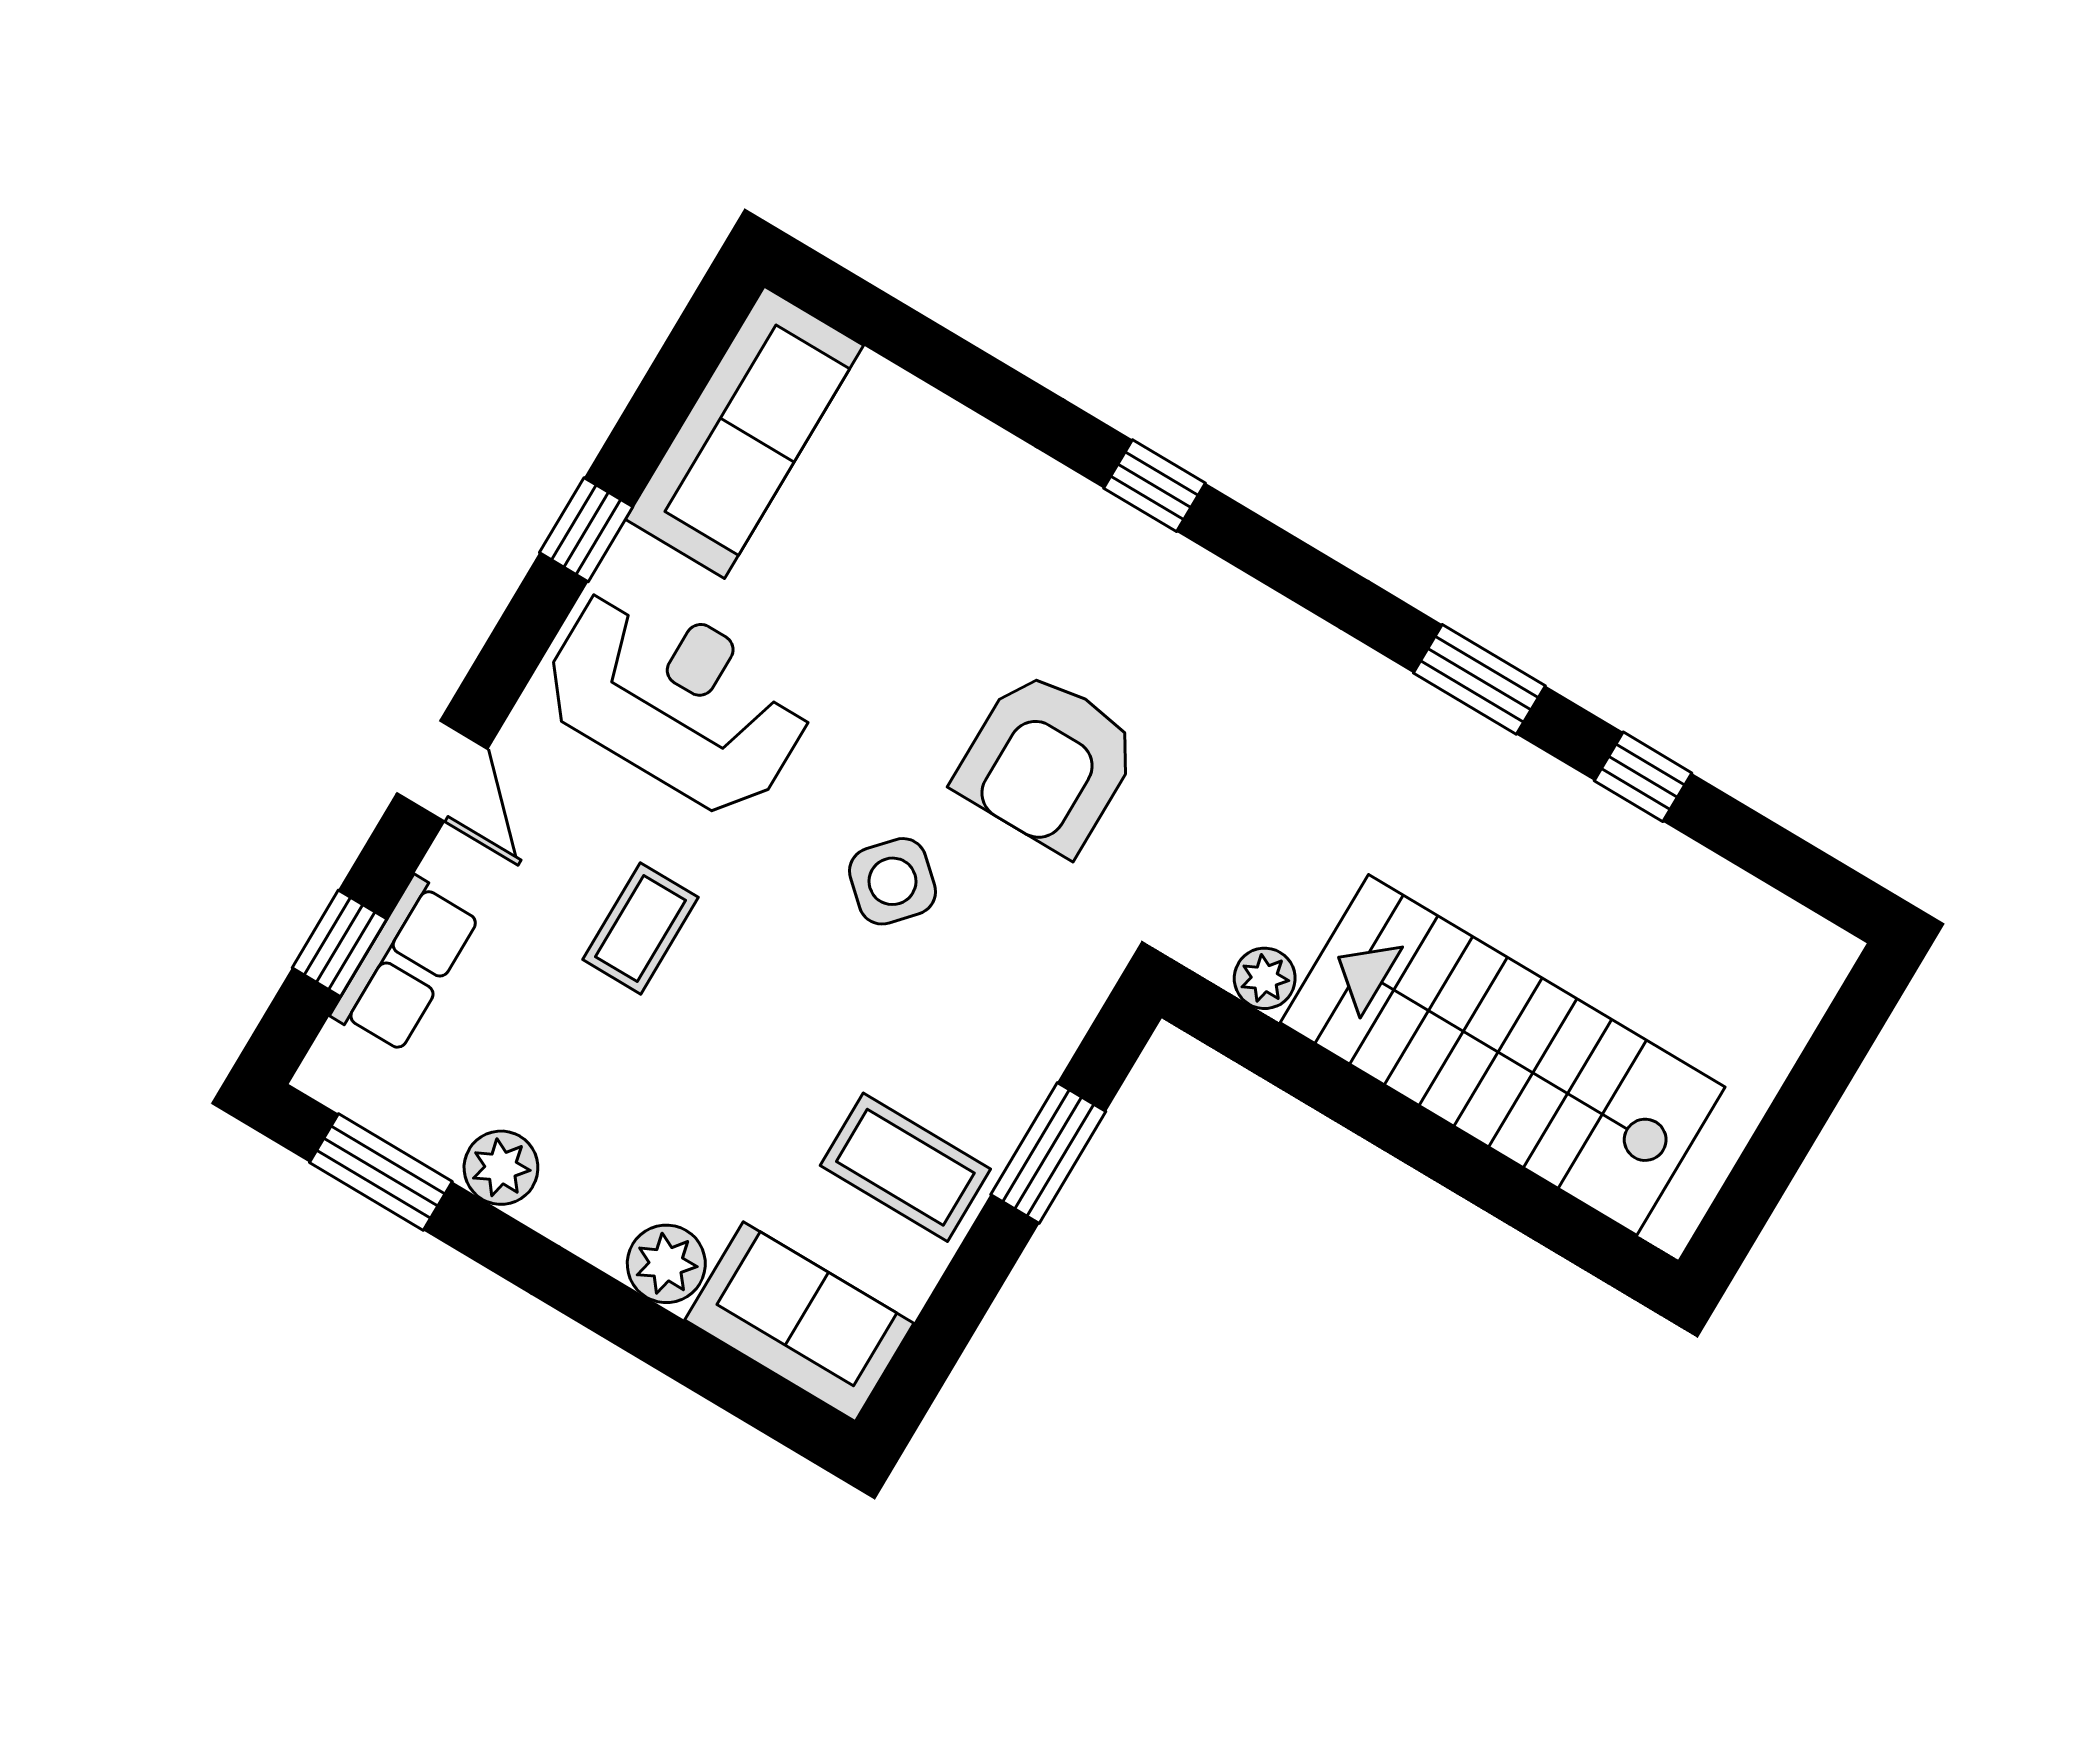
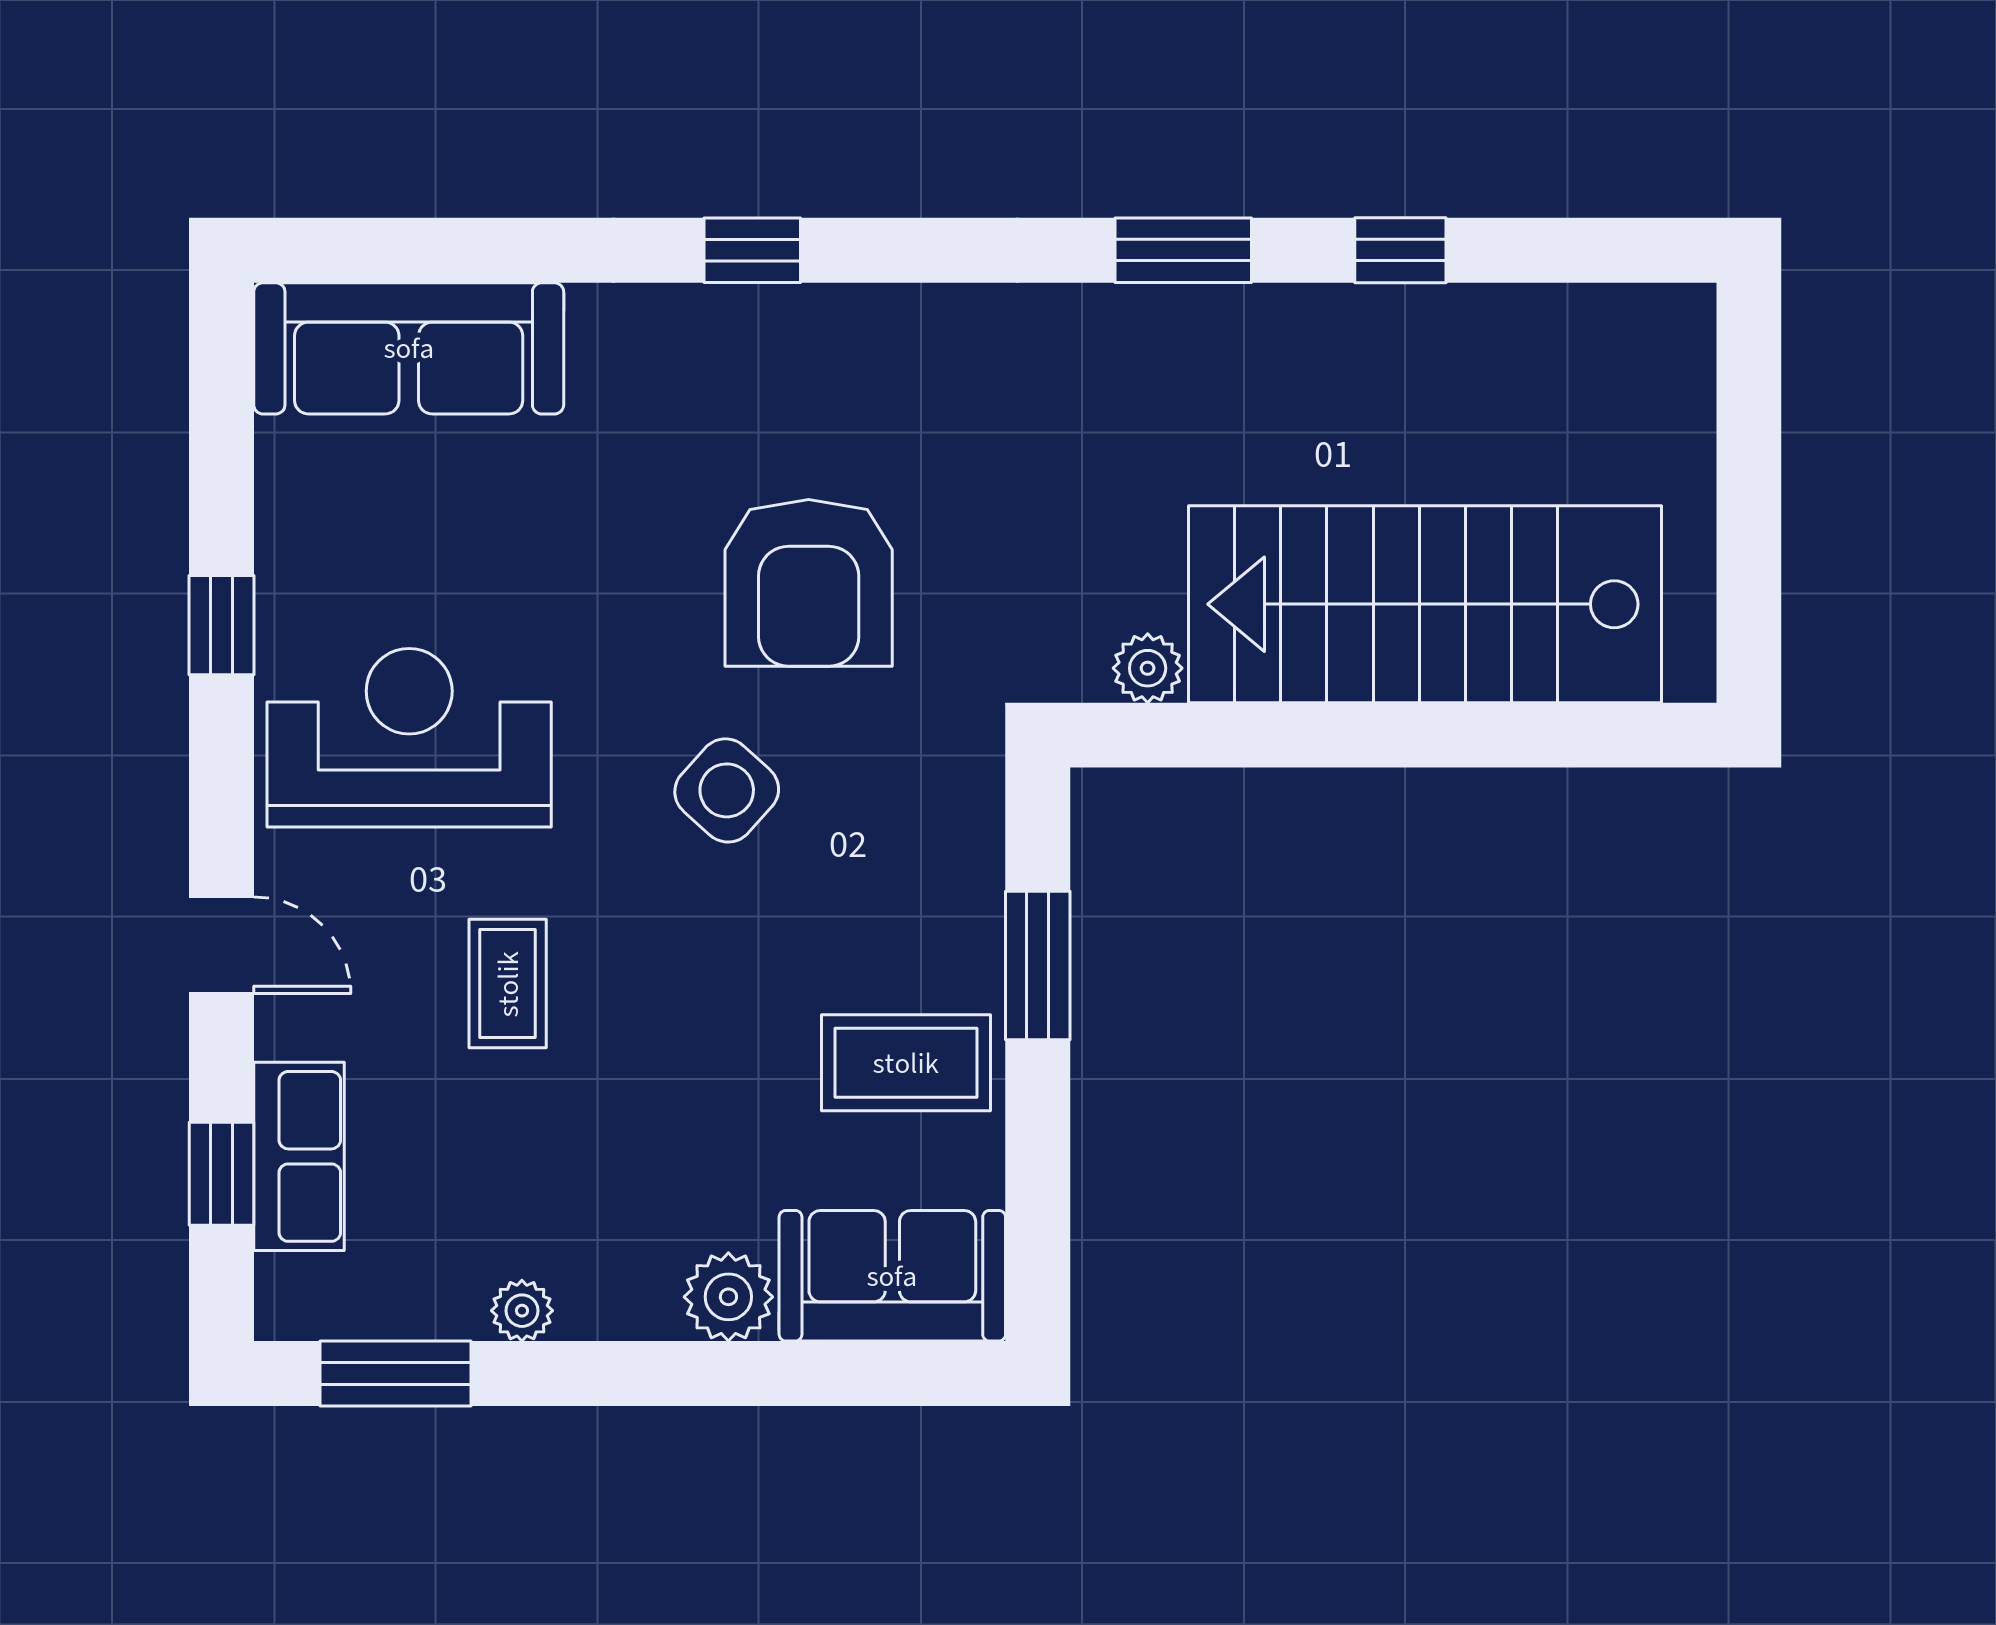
sofa: (744, 432) -> (409, 348), moved, turned 90
plant: (501, 1168) -> (522, 1311), width x0.73, depth x0.73

